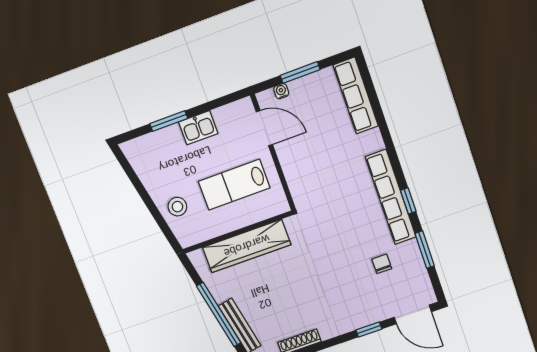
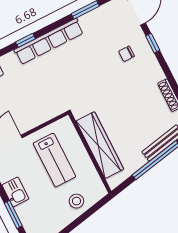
window: (408, 201) -> (25, 40), moved
chair: (382, 264) -> (126, 54), moved

